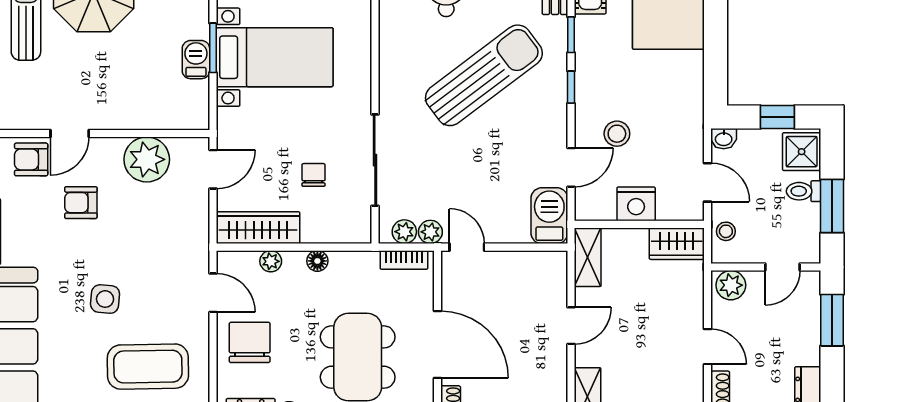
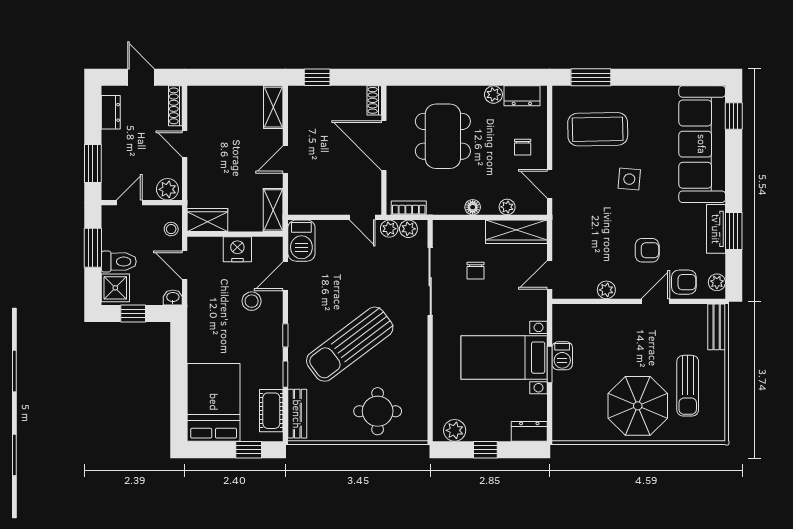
plant: (147, 159) -> (606, 290), width x0.53, depth x0.53
toilet: (803, 191) -> (119, 262), width x1.37, depth x1.39
chair: (250, 342) -> (523, 147), width x0.54, depth x0.54

